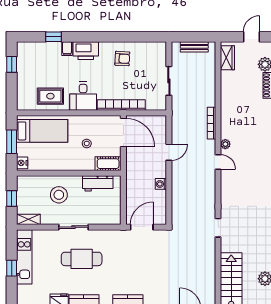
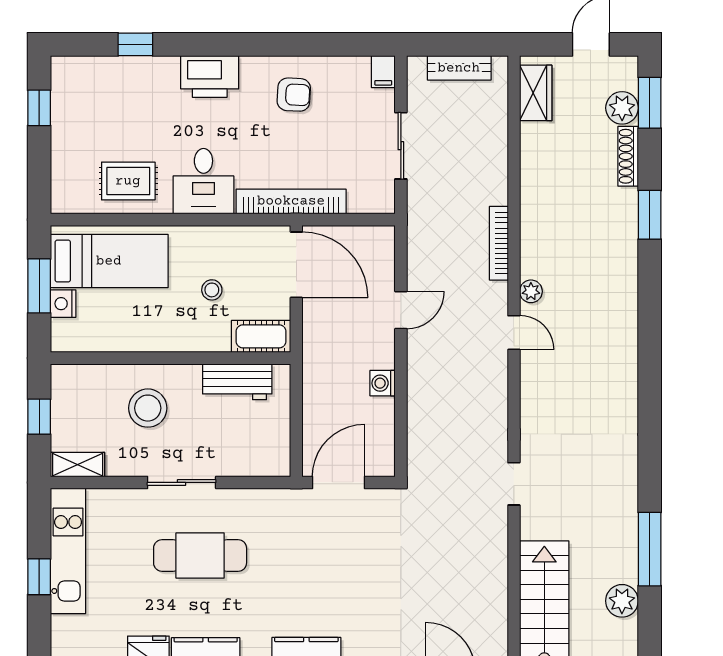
filing cabinet: (67, 49) -> (383, 72), moved
nightstand: (22, 163) -> (63, 304), moved

